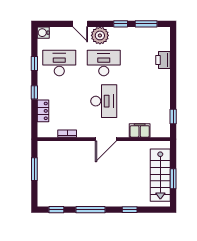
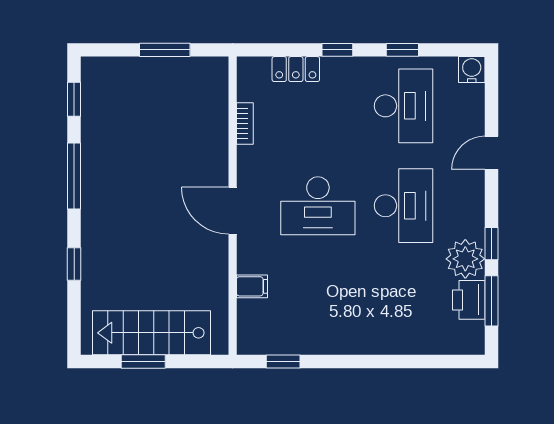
plant: (100, 35) -> (465, 259), moved
printer: (163, 60) -> (469, 300), moved, turned -90
filing cabinet: (140, 130) -> (252, 286), width x0.50

